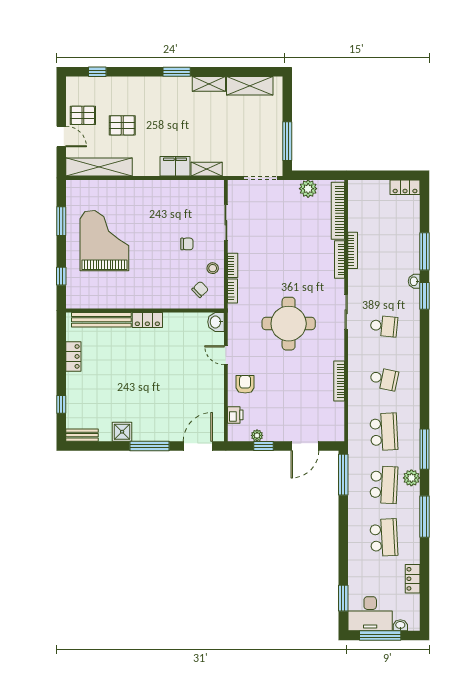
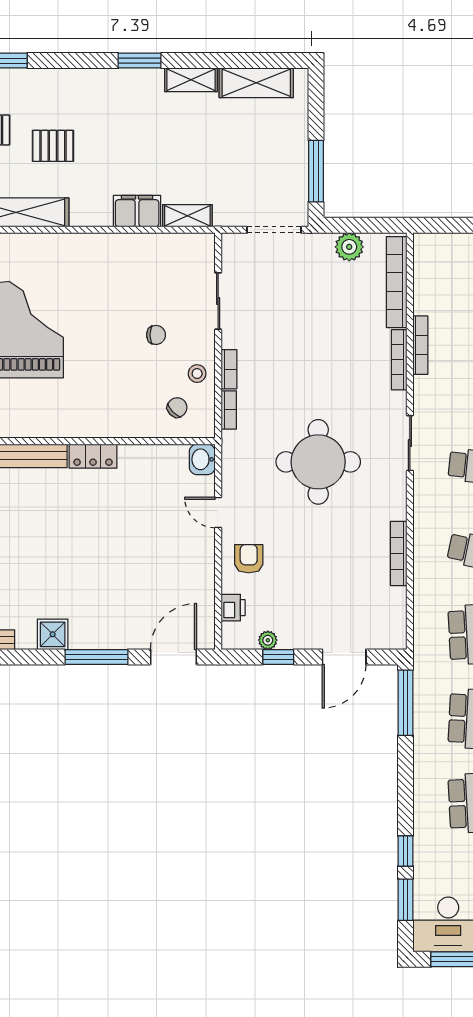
window: (343, 568) -> (405, 851), added

